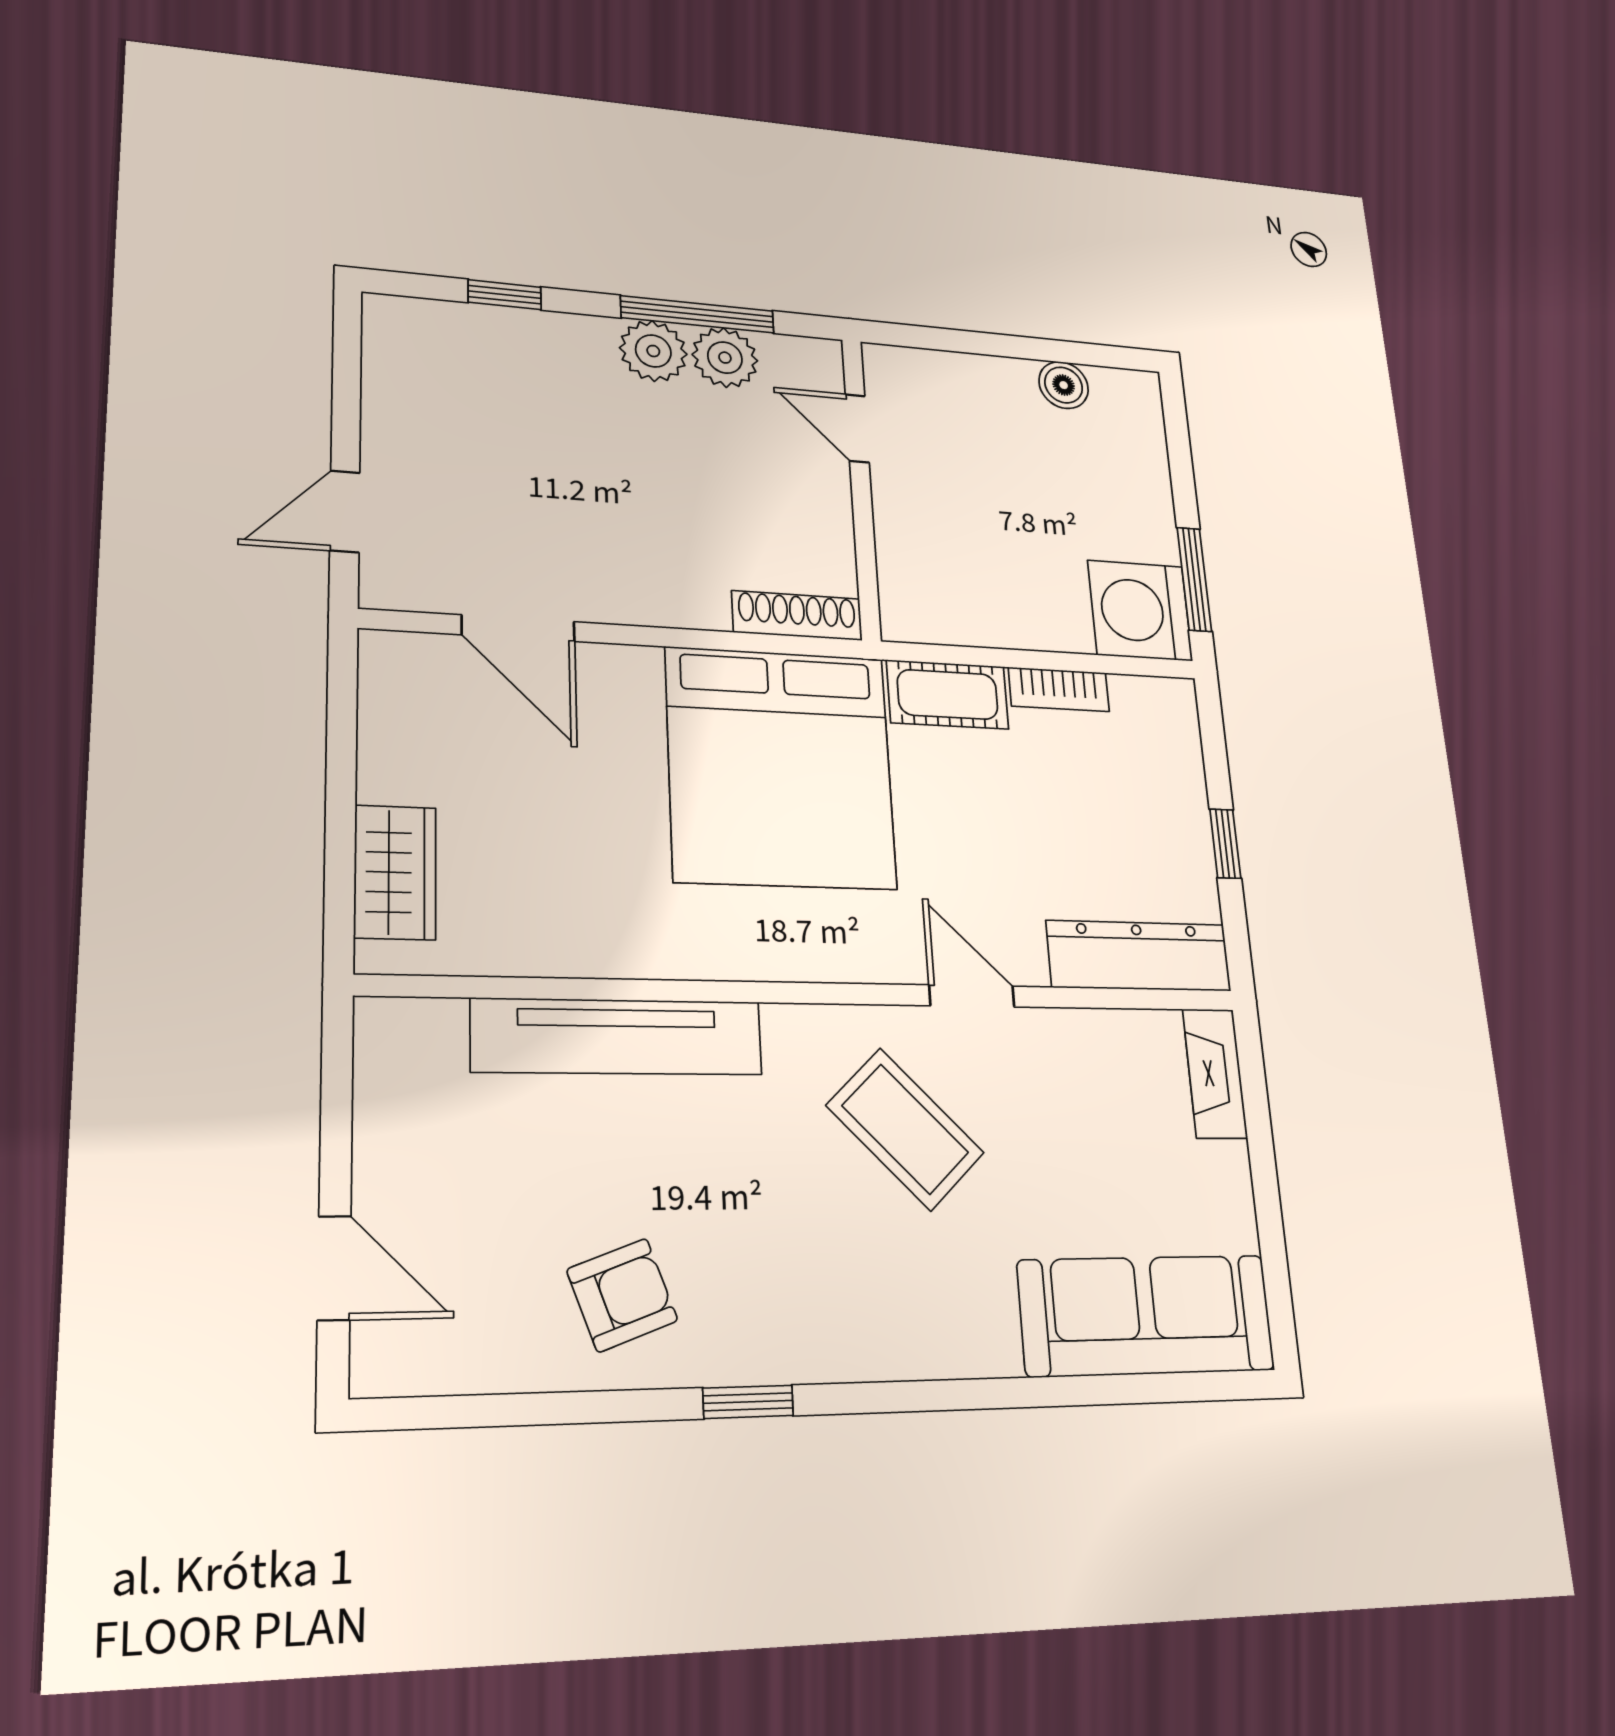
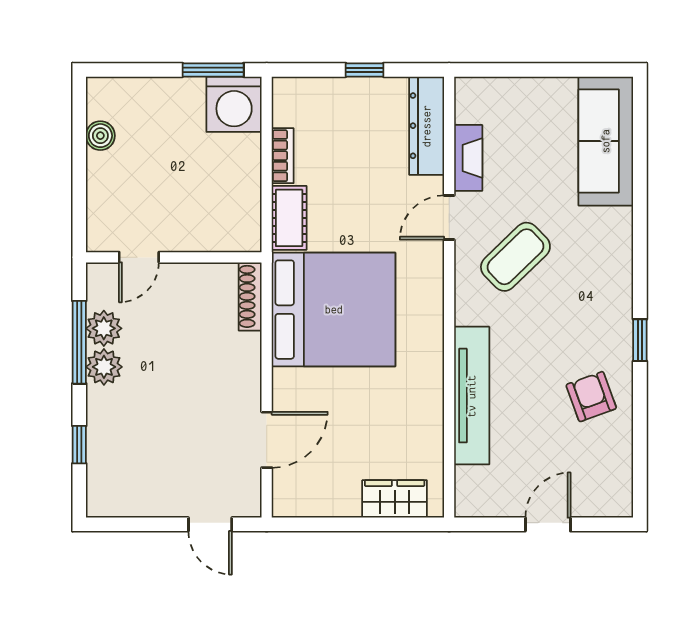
fireplace: (1215, 1073) -> (468, 158), moved, turned -90
door: (334, 1268) -> (548, 524), moved

